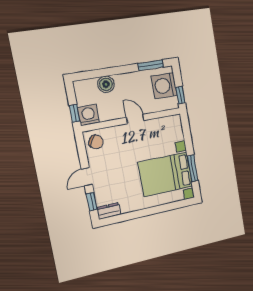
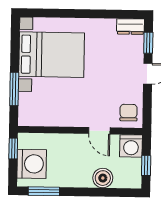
window: (75, 113) -> (146, 166), moved
door: (135, 119) -> (99, 131), moved
chair: (96, 142) -> (129, 113), turned 61
window: (193, 168) -> (14, 89), moved

